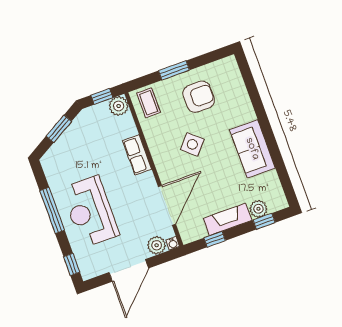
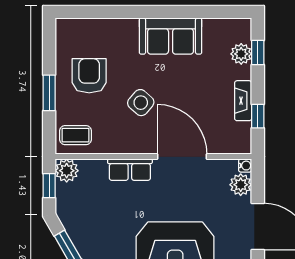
door: (167, 205) -> (182, 157), moved
fireplace: (228, 219) -> (243, 101), width x0.73, depth x0.76

